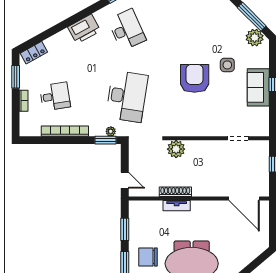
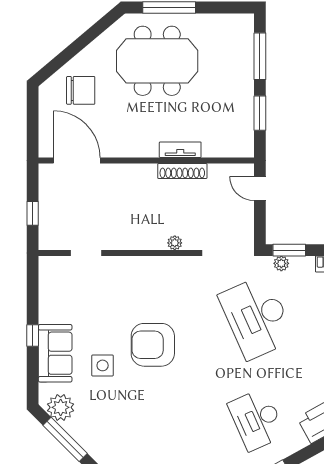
armchair: (195, 78) -> (153, 345), turned 90
sofa: (258, 87) -> (55, 353), moved
desk: (127, 96) -> (257, 317), turned -33
plant: (176, 149) -> (175, 243), width x0.53, depth x0.53
chair: (148, 257) -> (81, 90), moved

